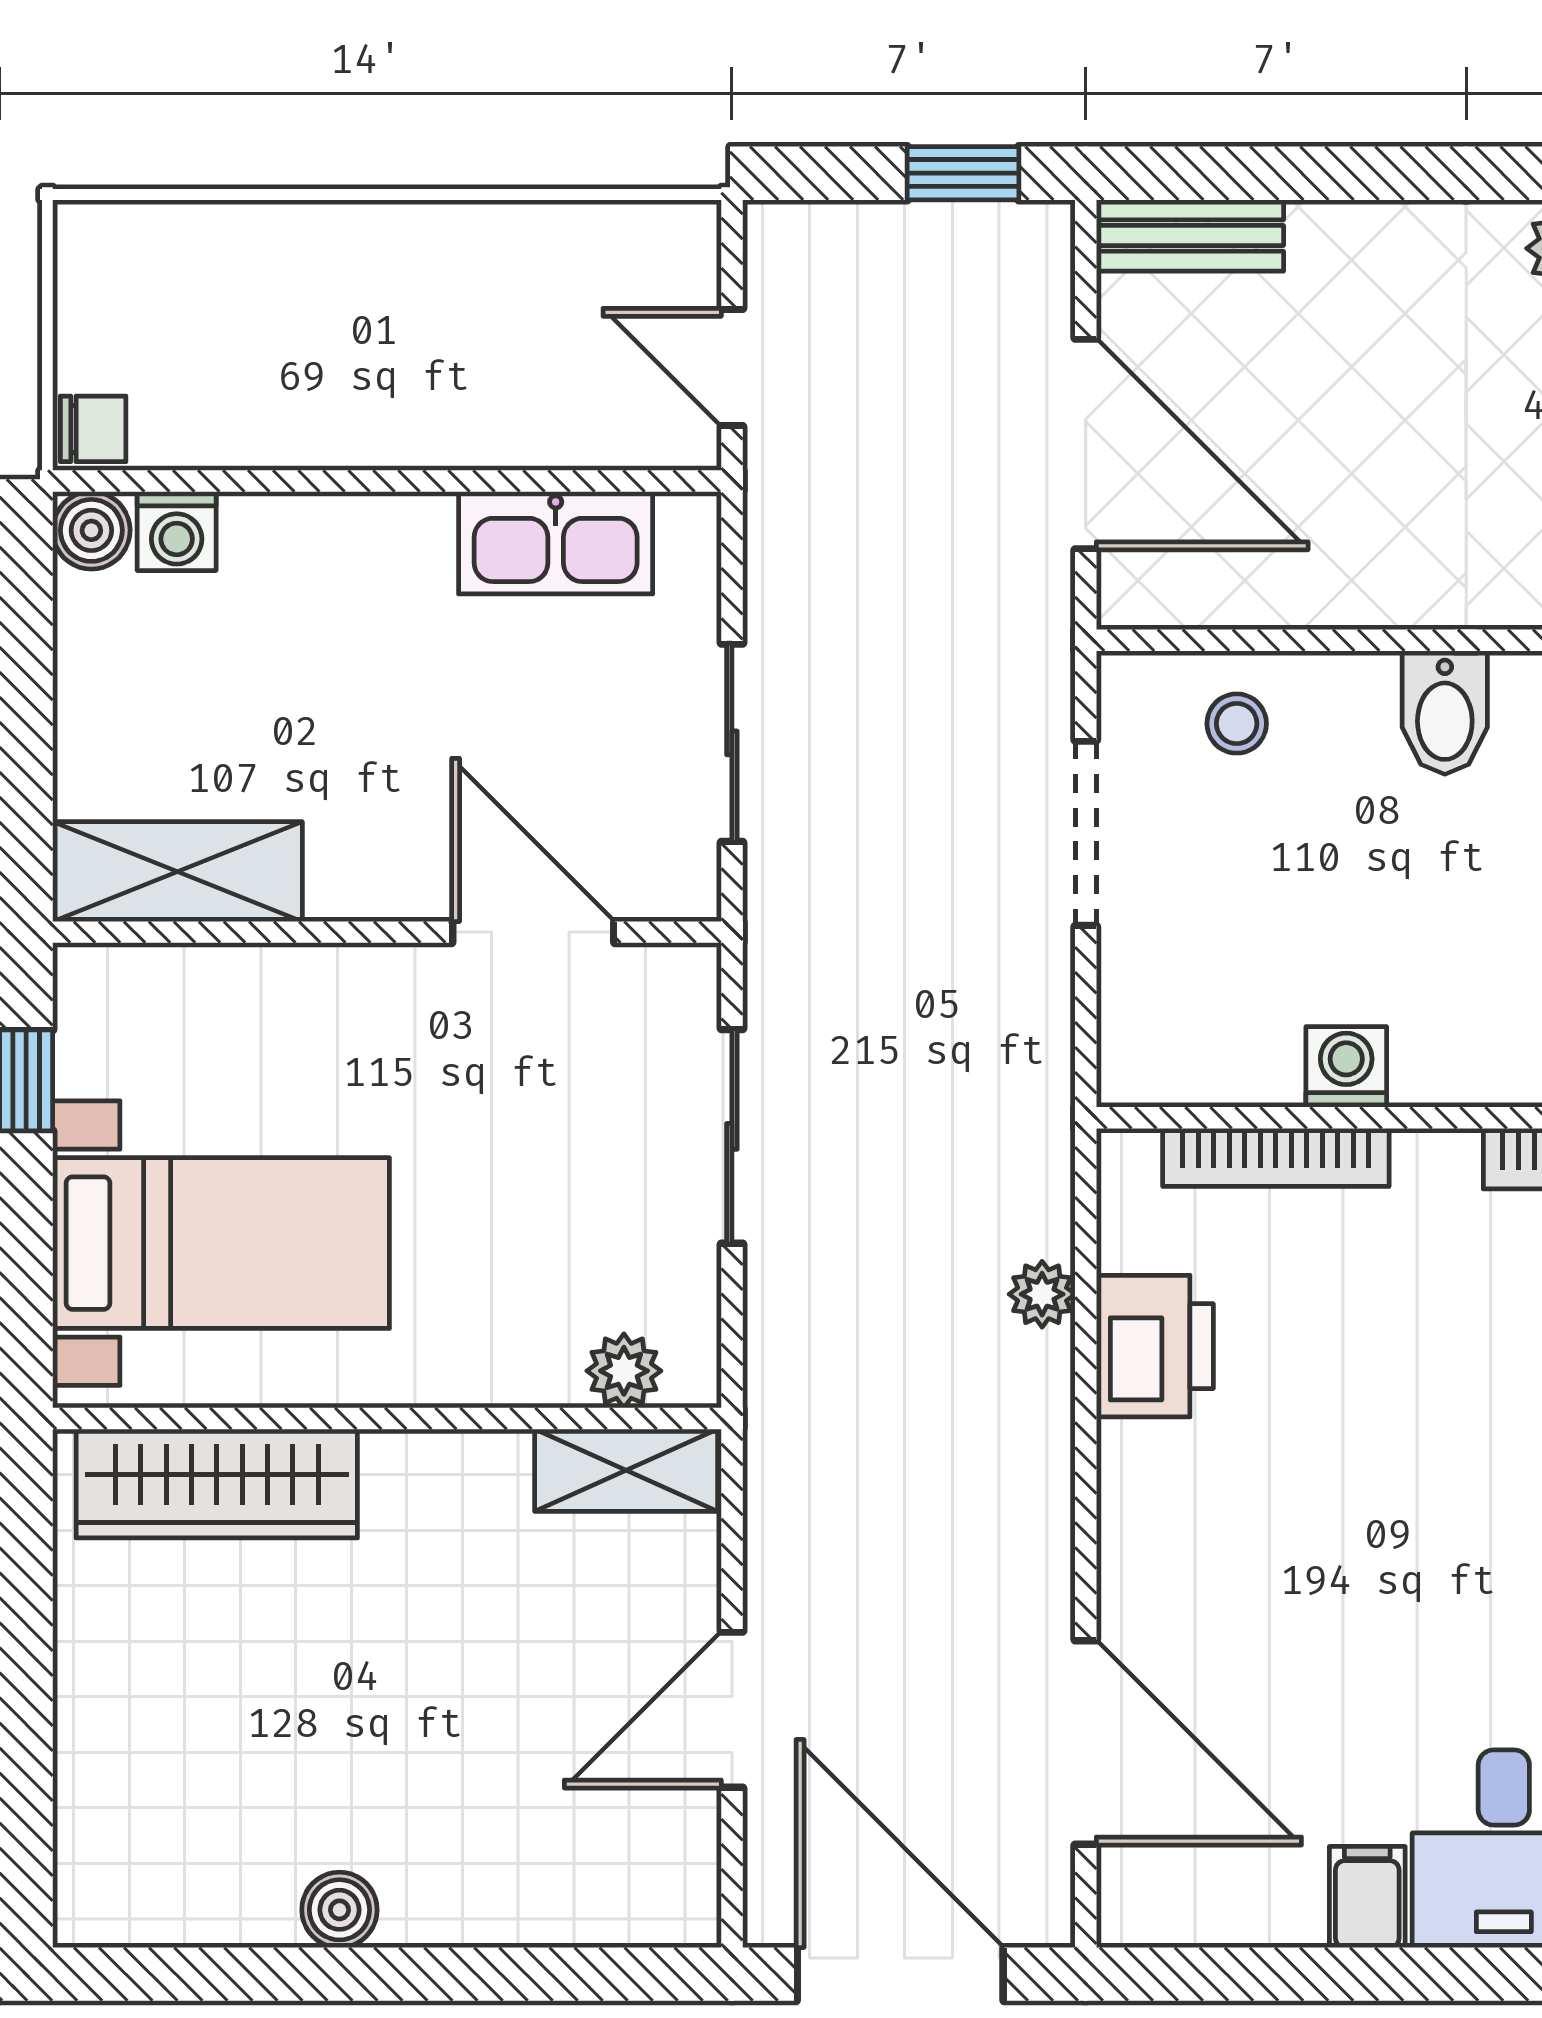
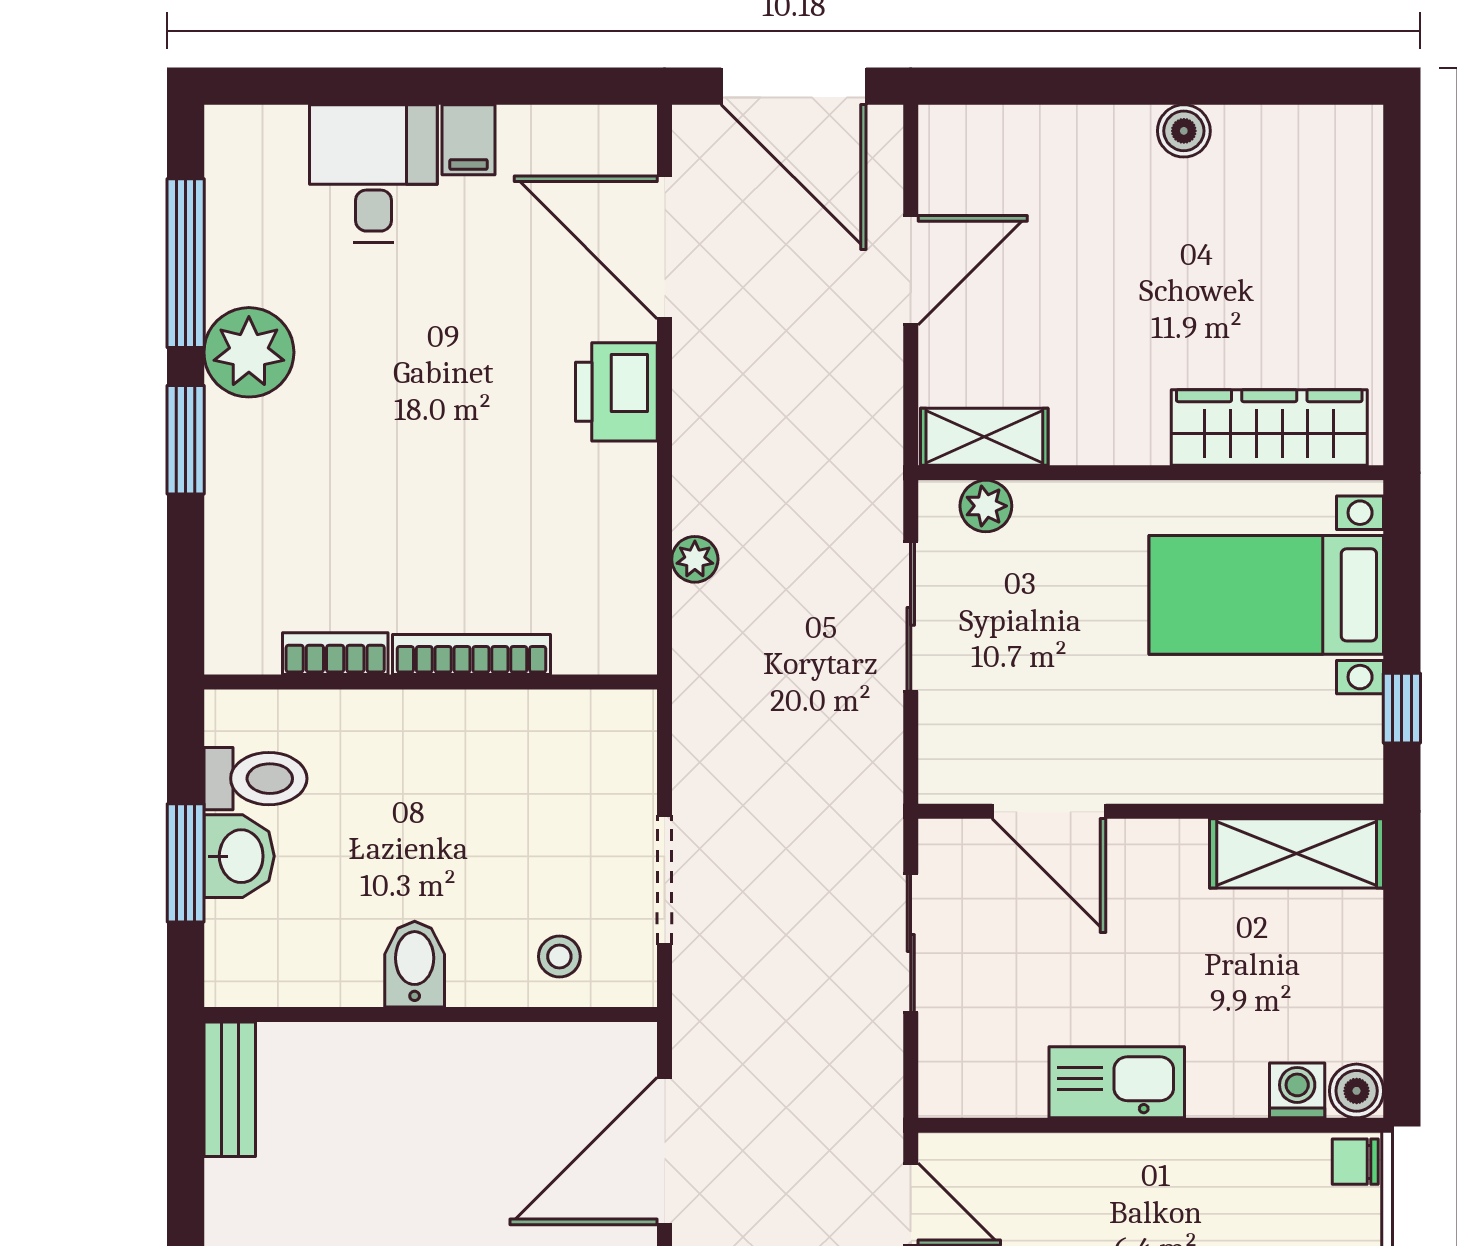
door: (1086, 444) -> (664, 1151), hinge flipped
kitchen sink: (556, 543) -> (1117, 1082), moved
washing machine: (1346, 1067) -> (483, 718), removed
sliding door: (732, 1136) -> (911, 616), moved
bookcase: (1276, 1157) -> (472, 655), moved
printer: (1155, 1346) -> (616, 392), moved

